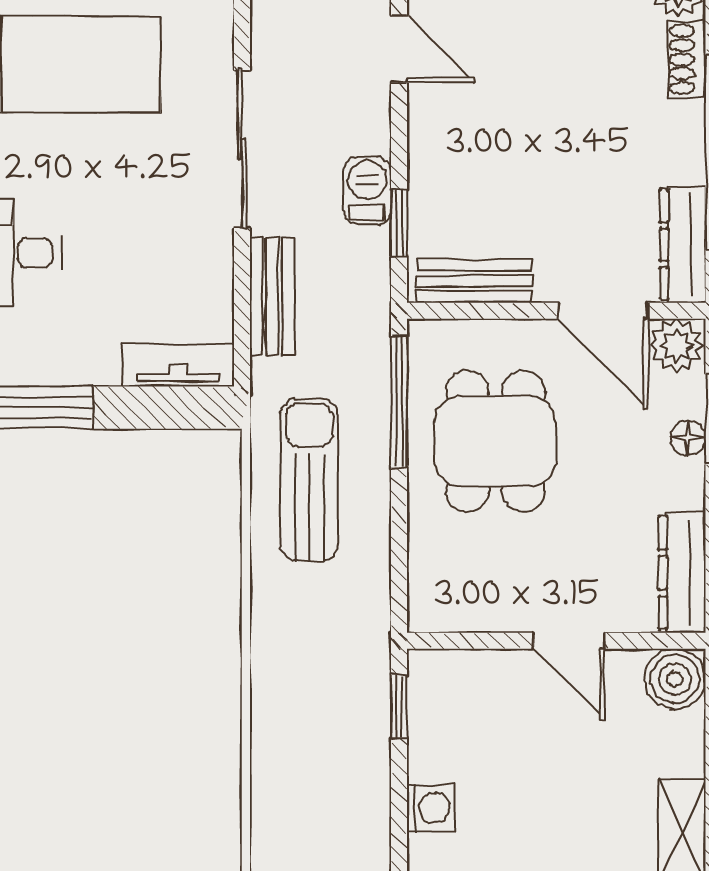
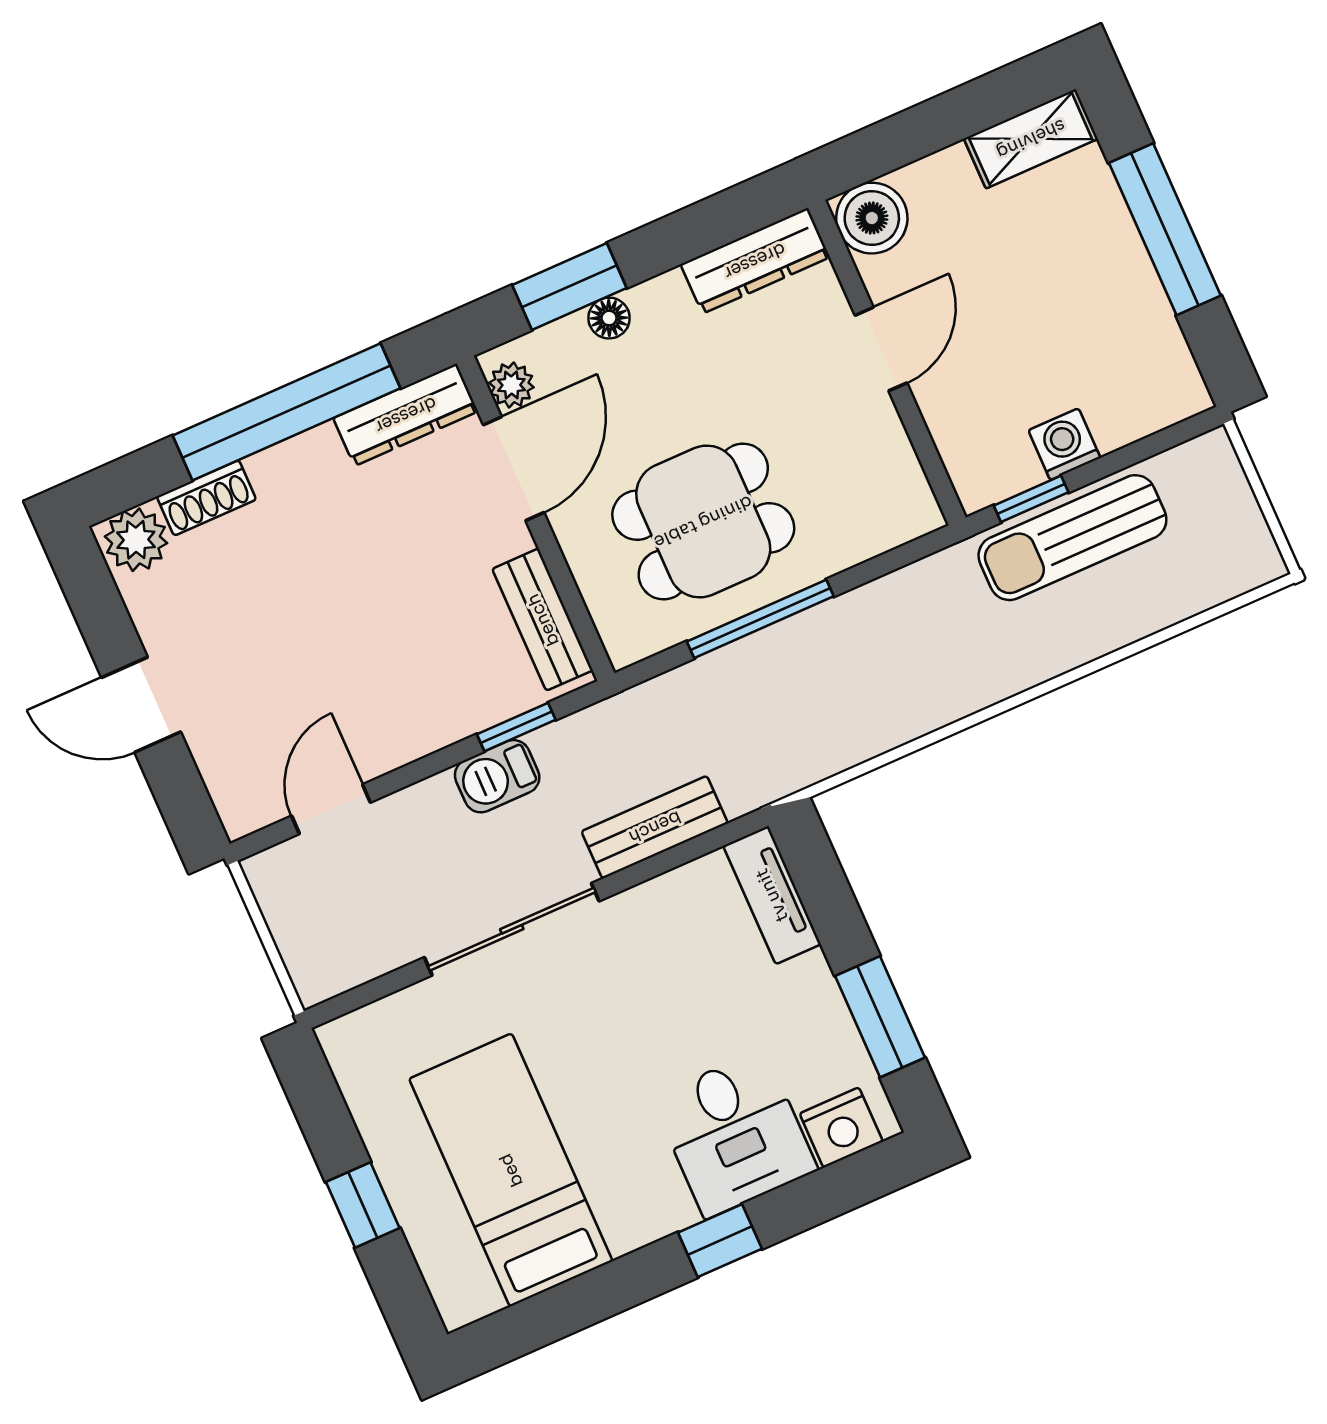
plant: (677, 345) -> (511, 385), width x0.73, depth x0.73
window: (399, 402) -> (760, 619), moved
sun lounger: (309, 480) -> (1072, 538), moved
washing machine: (430, 808) -> (1064, 444), moved

